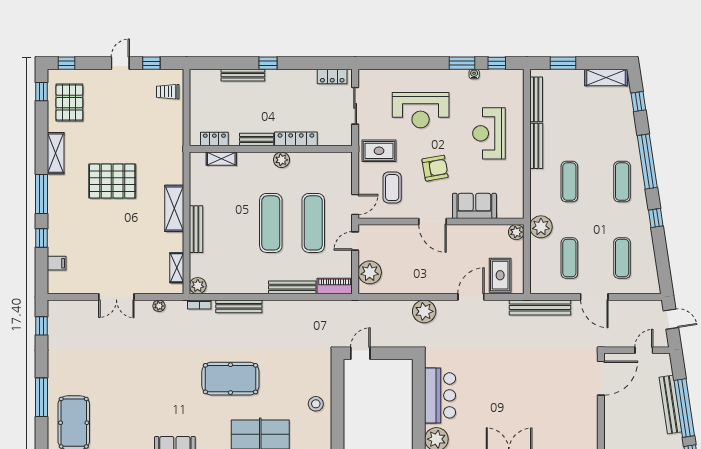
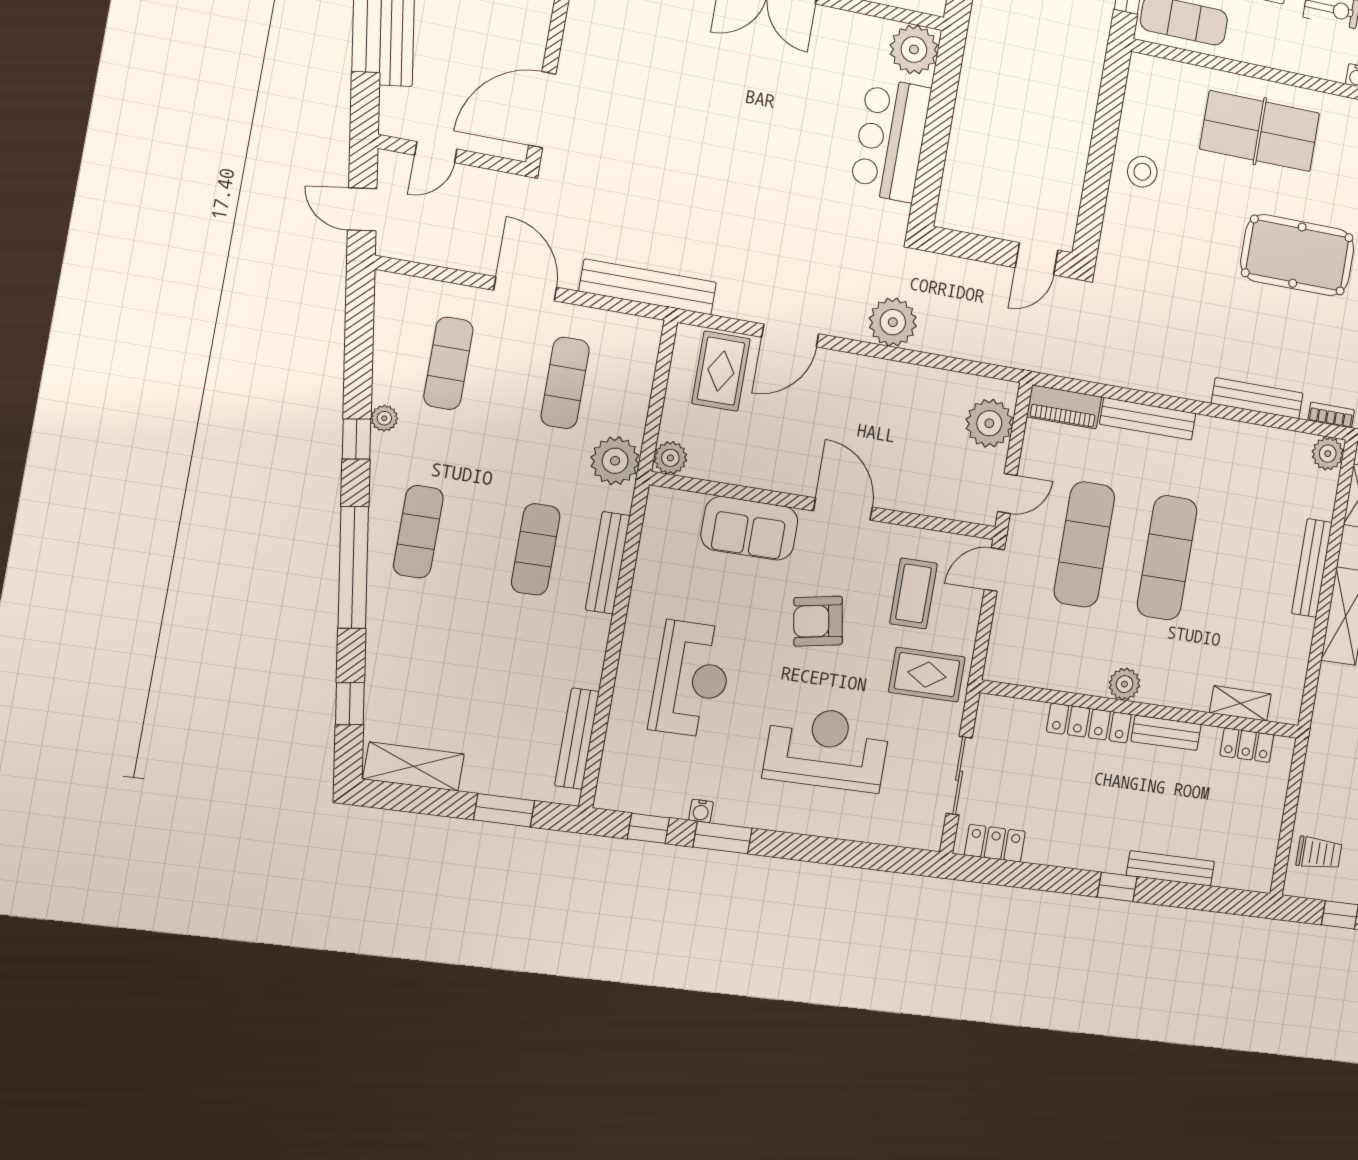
bench: (536, 146) -> (608, 563), moved
plant: (645, 229) -> (384, 418), added

